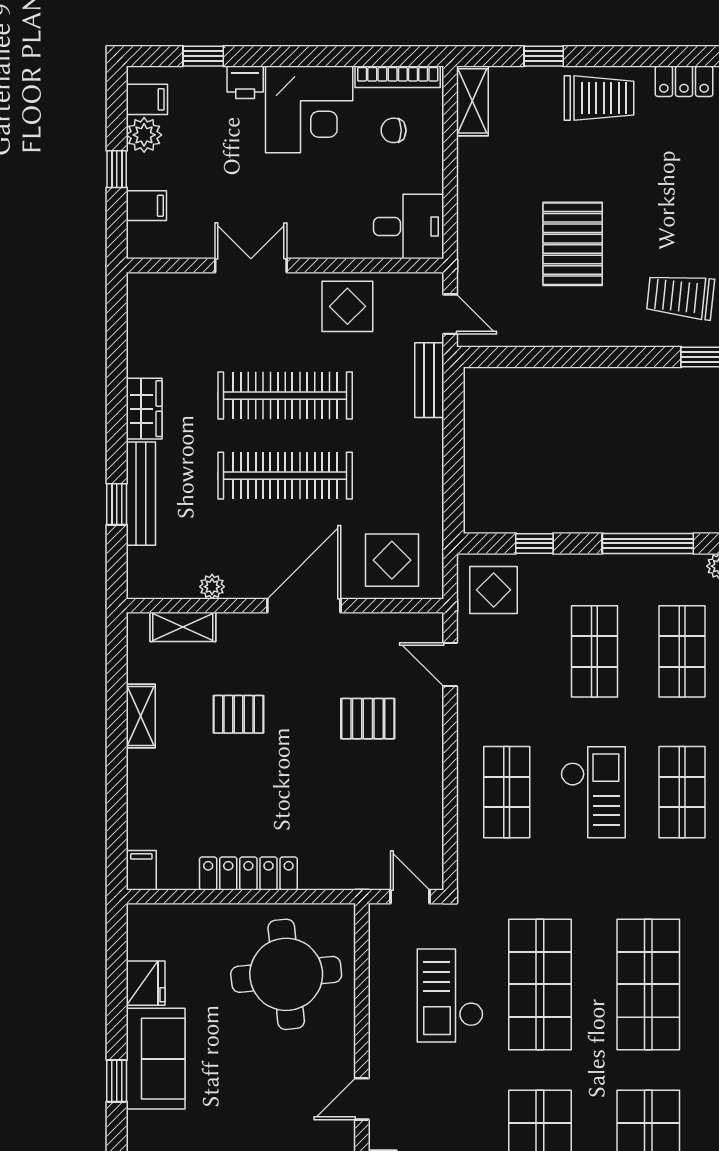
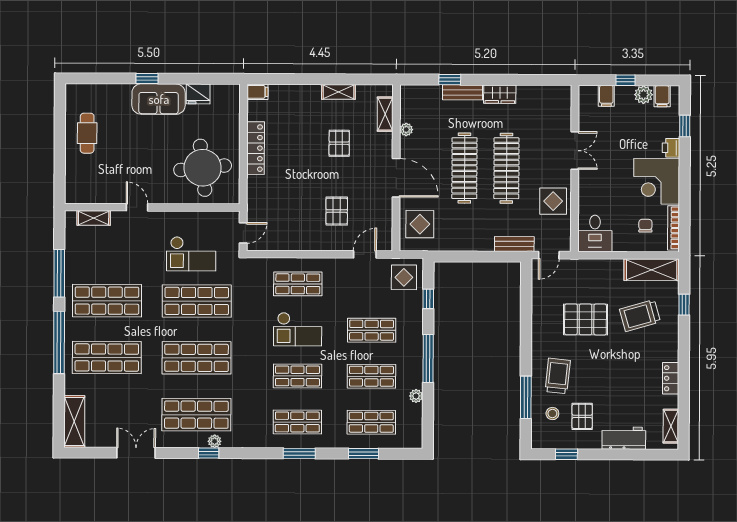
trolley: (599, 98) -> (640, 316), moved, turned 74
shelving: (472, 101) -> (652, 270), width x1.50, depth x1.33
bench: (141, 494) -> (462, 92), width x0.73
checkout: (450, 996) -> (191, 254), turned 180

